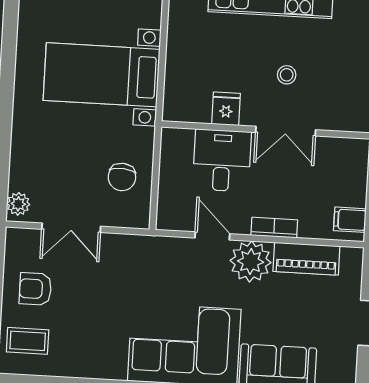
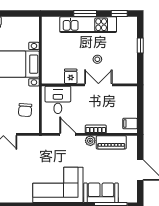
double door: (286, 131) -> (98, 85), swing flipped
desk: (222, 160) -> (58, 100), moved
plant: (251, 262) -> (90, 141), width x0.53, depth x0.53

